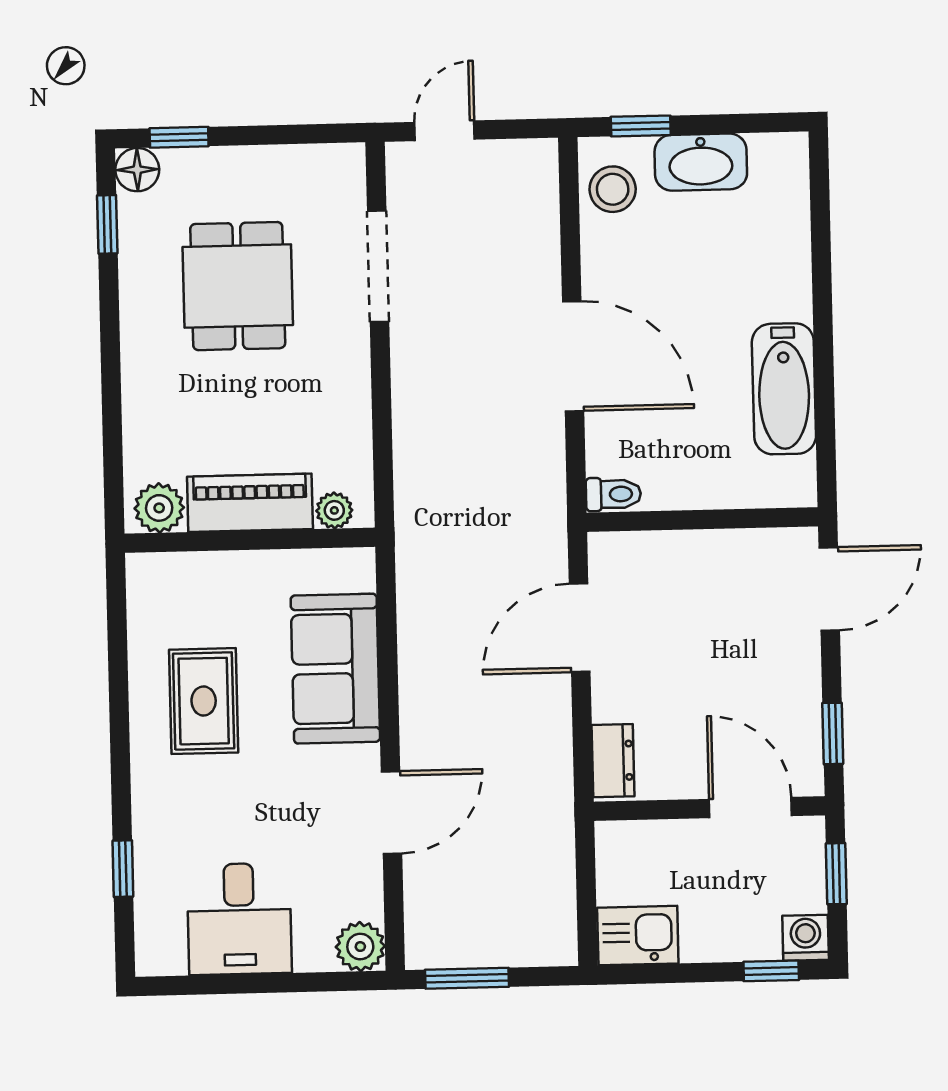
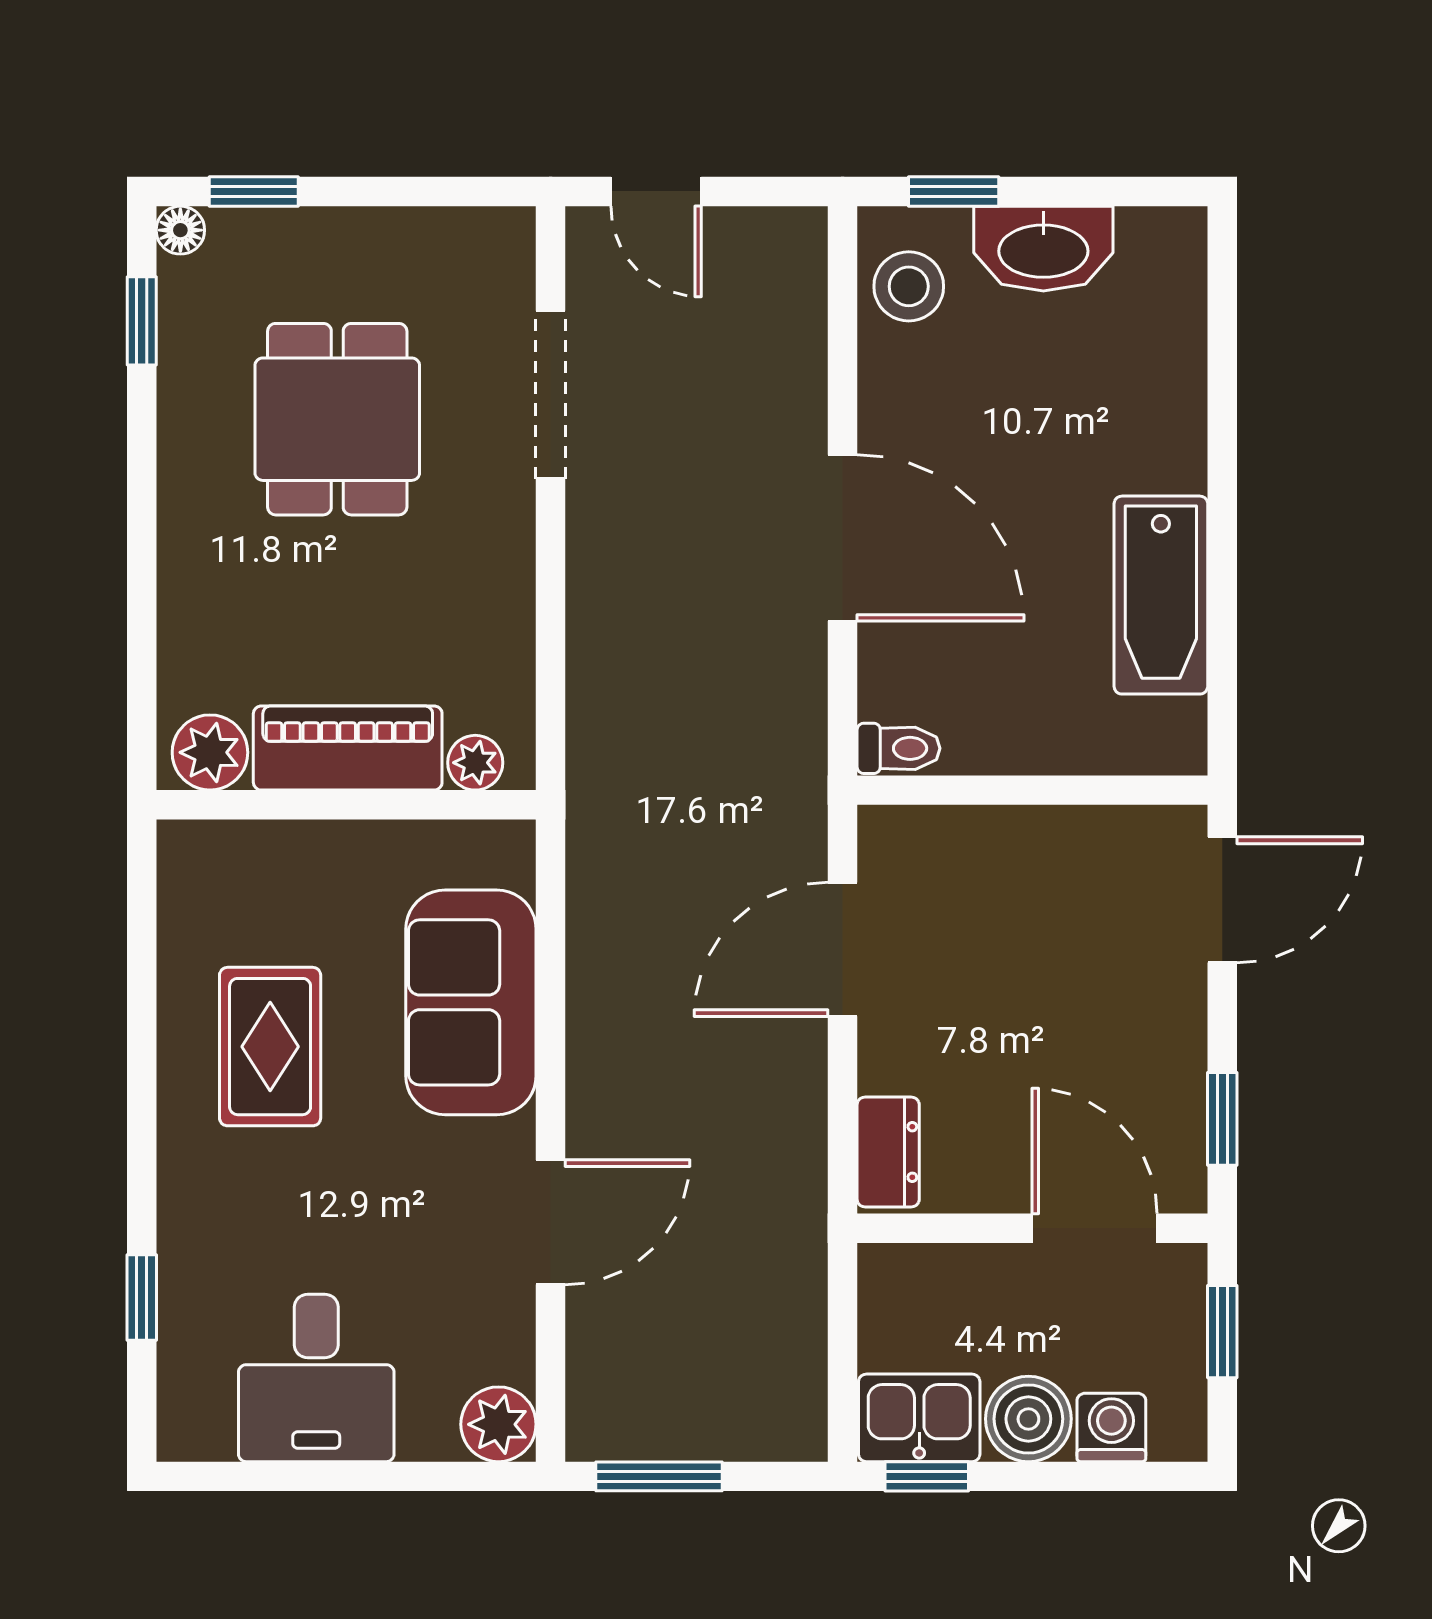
door: (444, 131) -> (656, 191), swing flipped
floor lamp: (137, 170) -> (180, 230), width x0.73, depth x0.73
boiler: (710, 934) -> (1028, 1419), added
washing machine: (806, 938) -> (1111, 1427), moved
window: (771, 971) -> (927, 1476), moved

